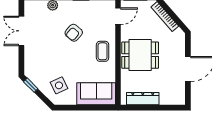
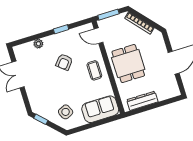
door: (118, 16) -> (98, 36), swing flipped
dining table: (140, 55) -> (128, 64), turned 90

